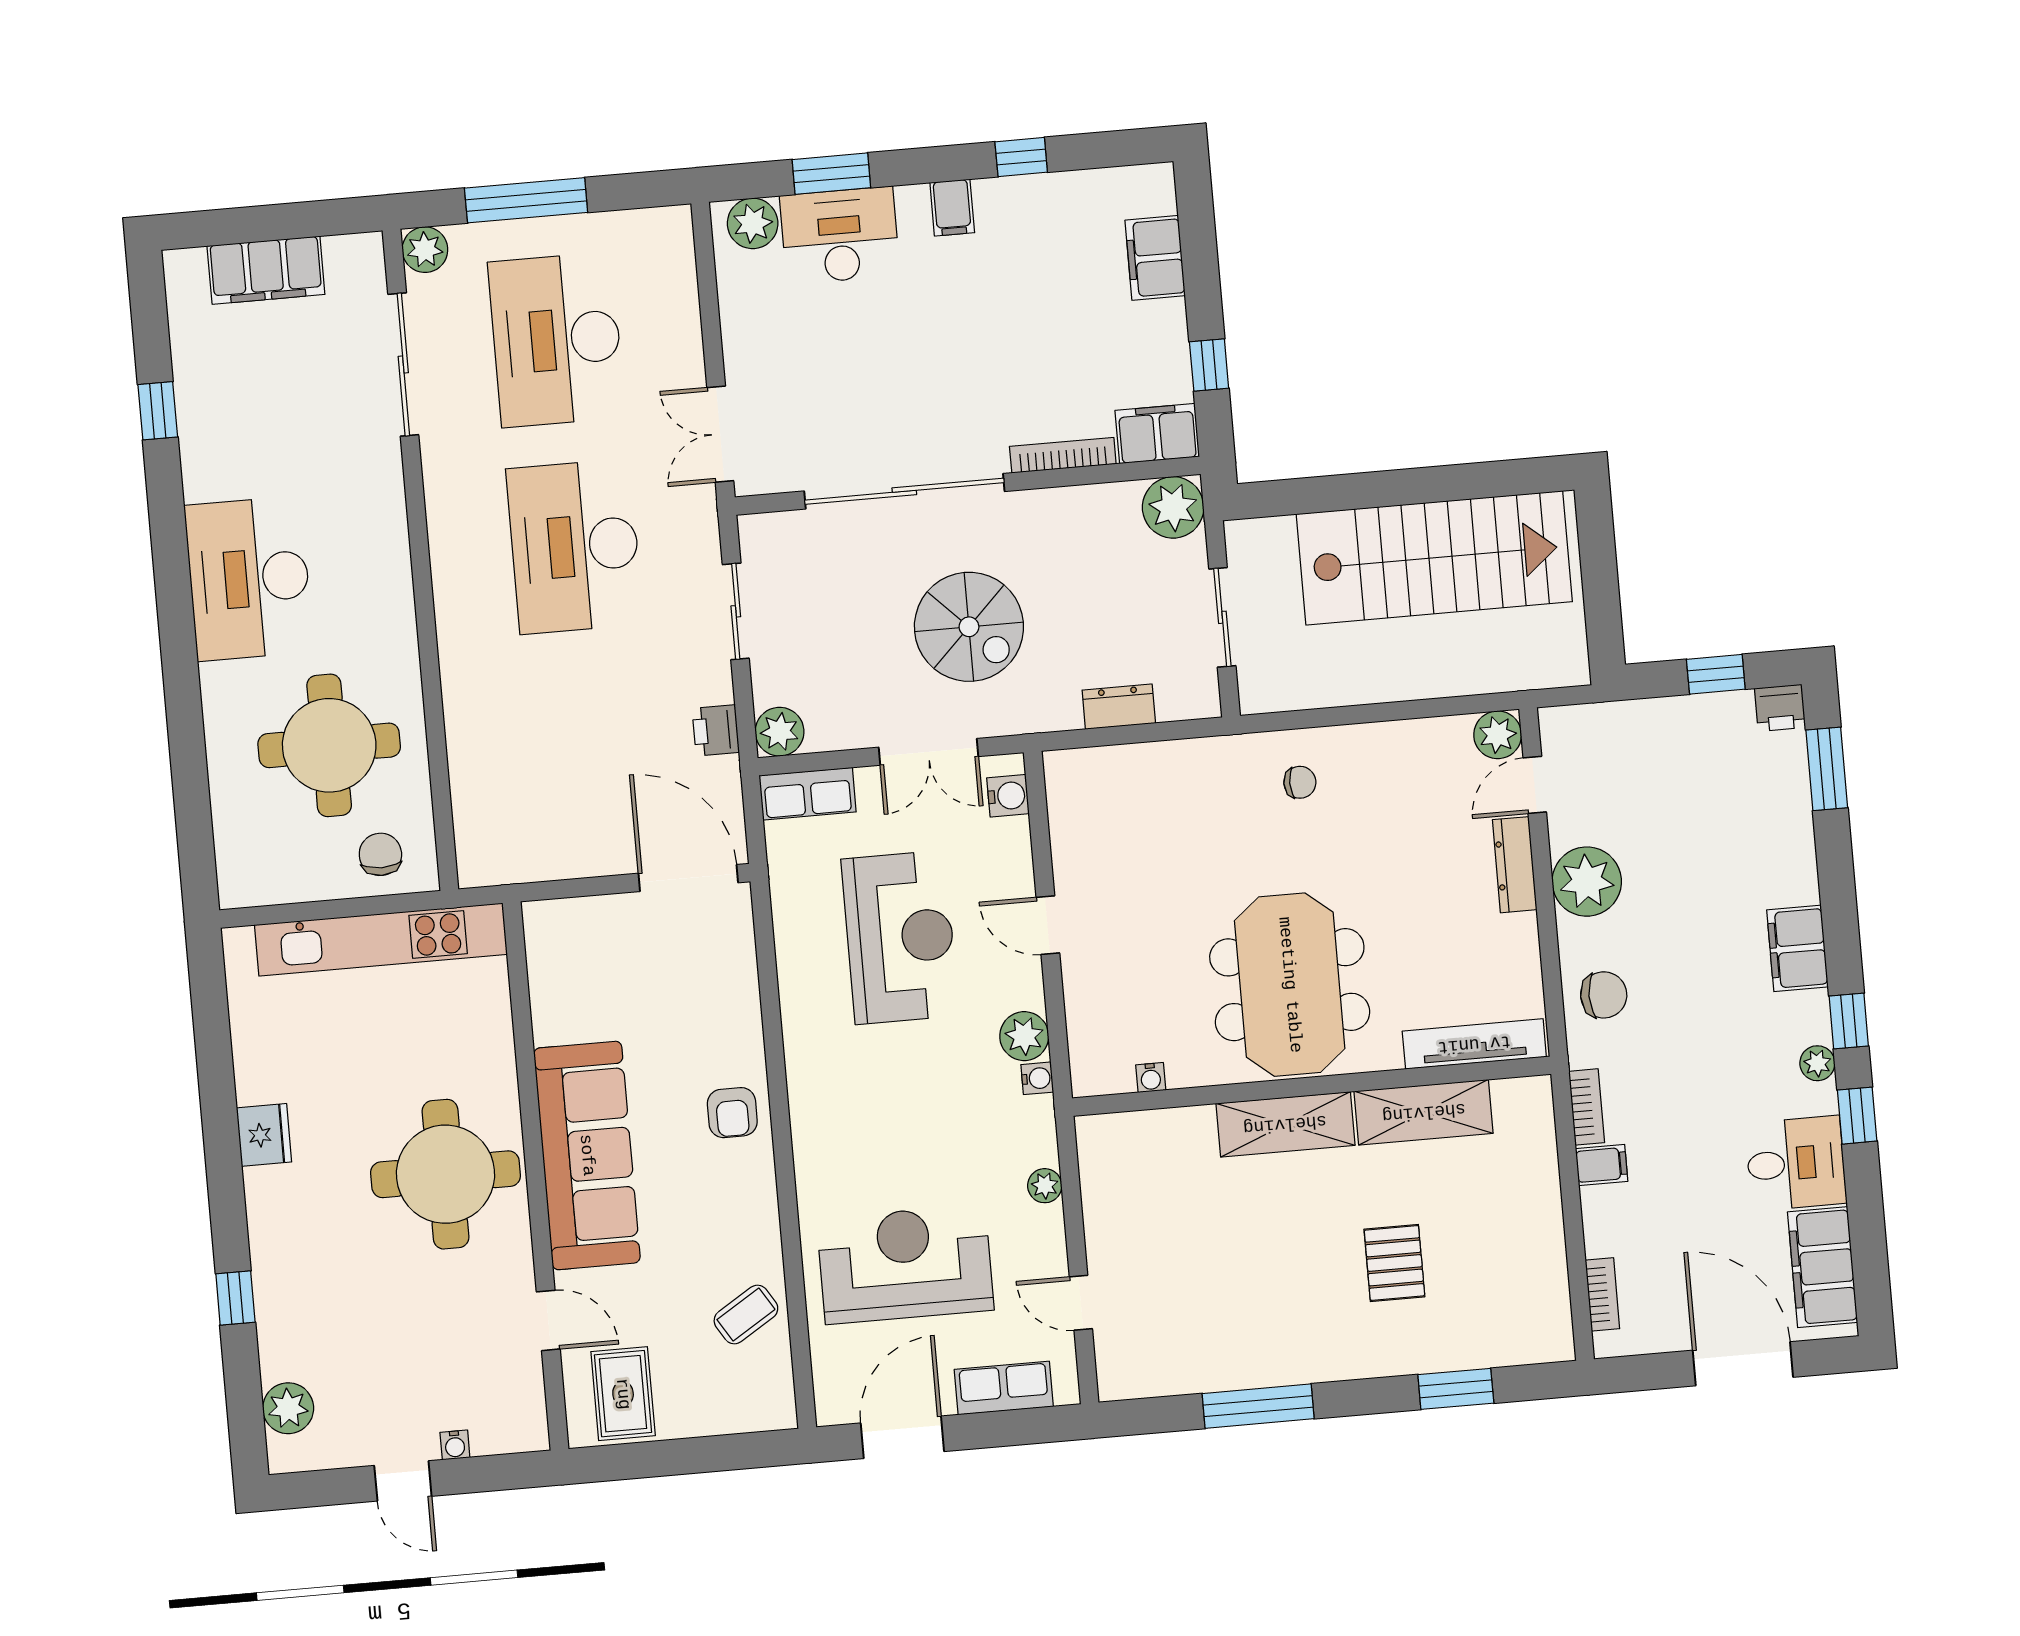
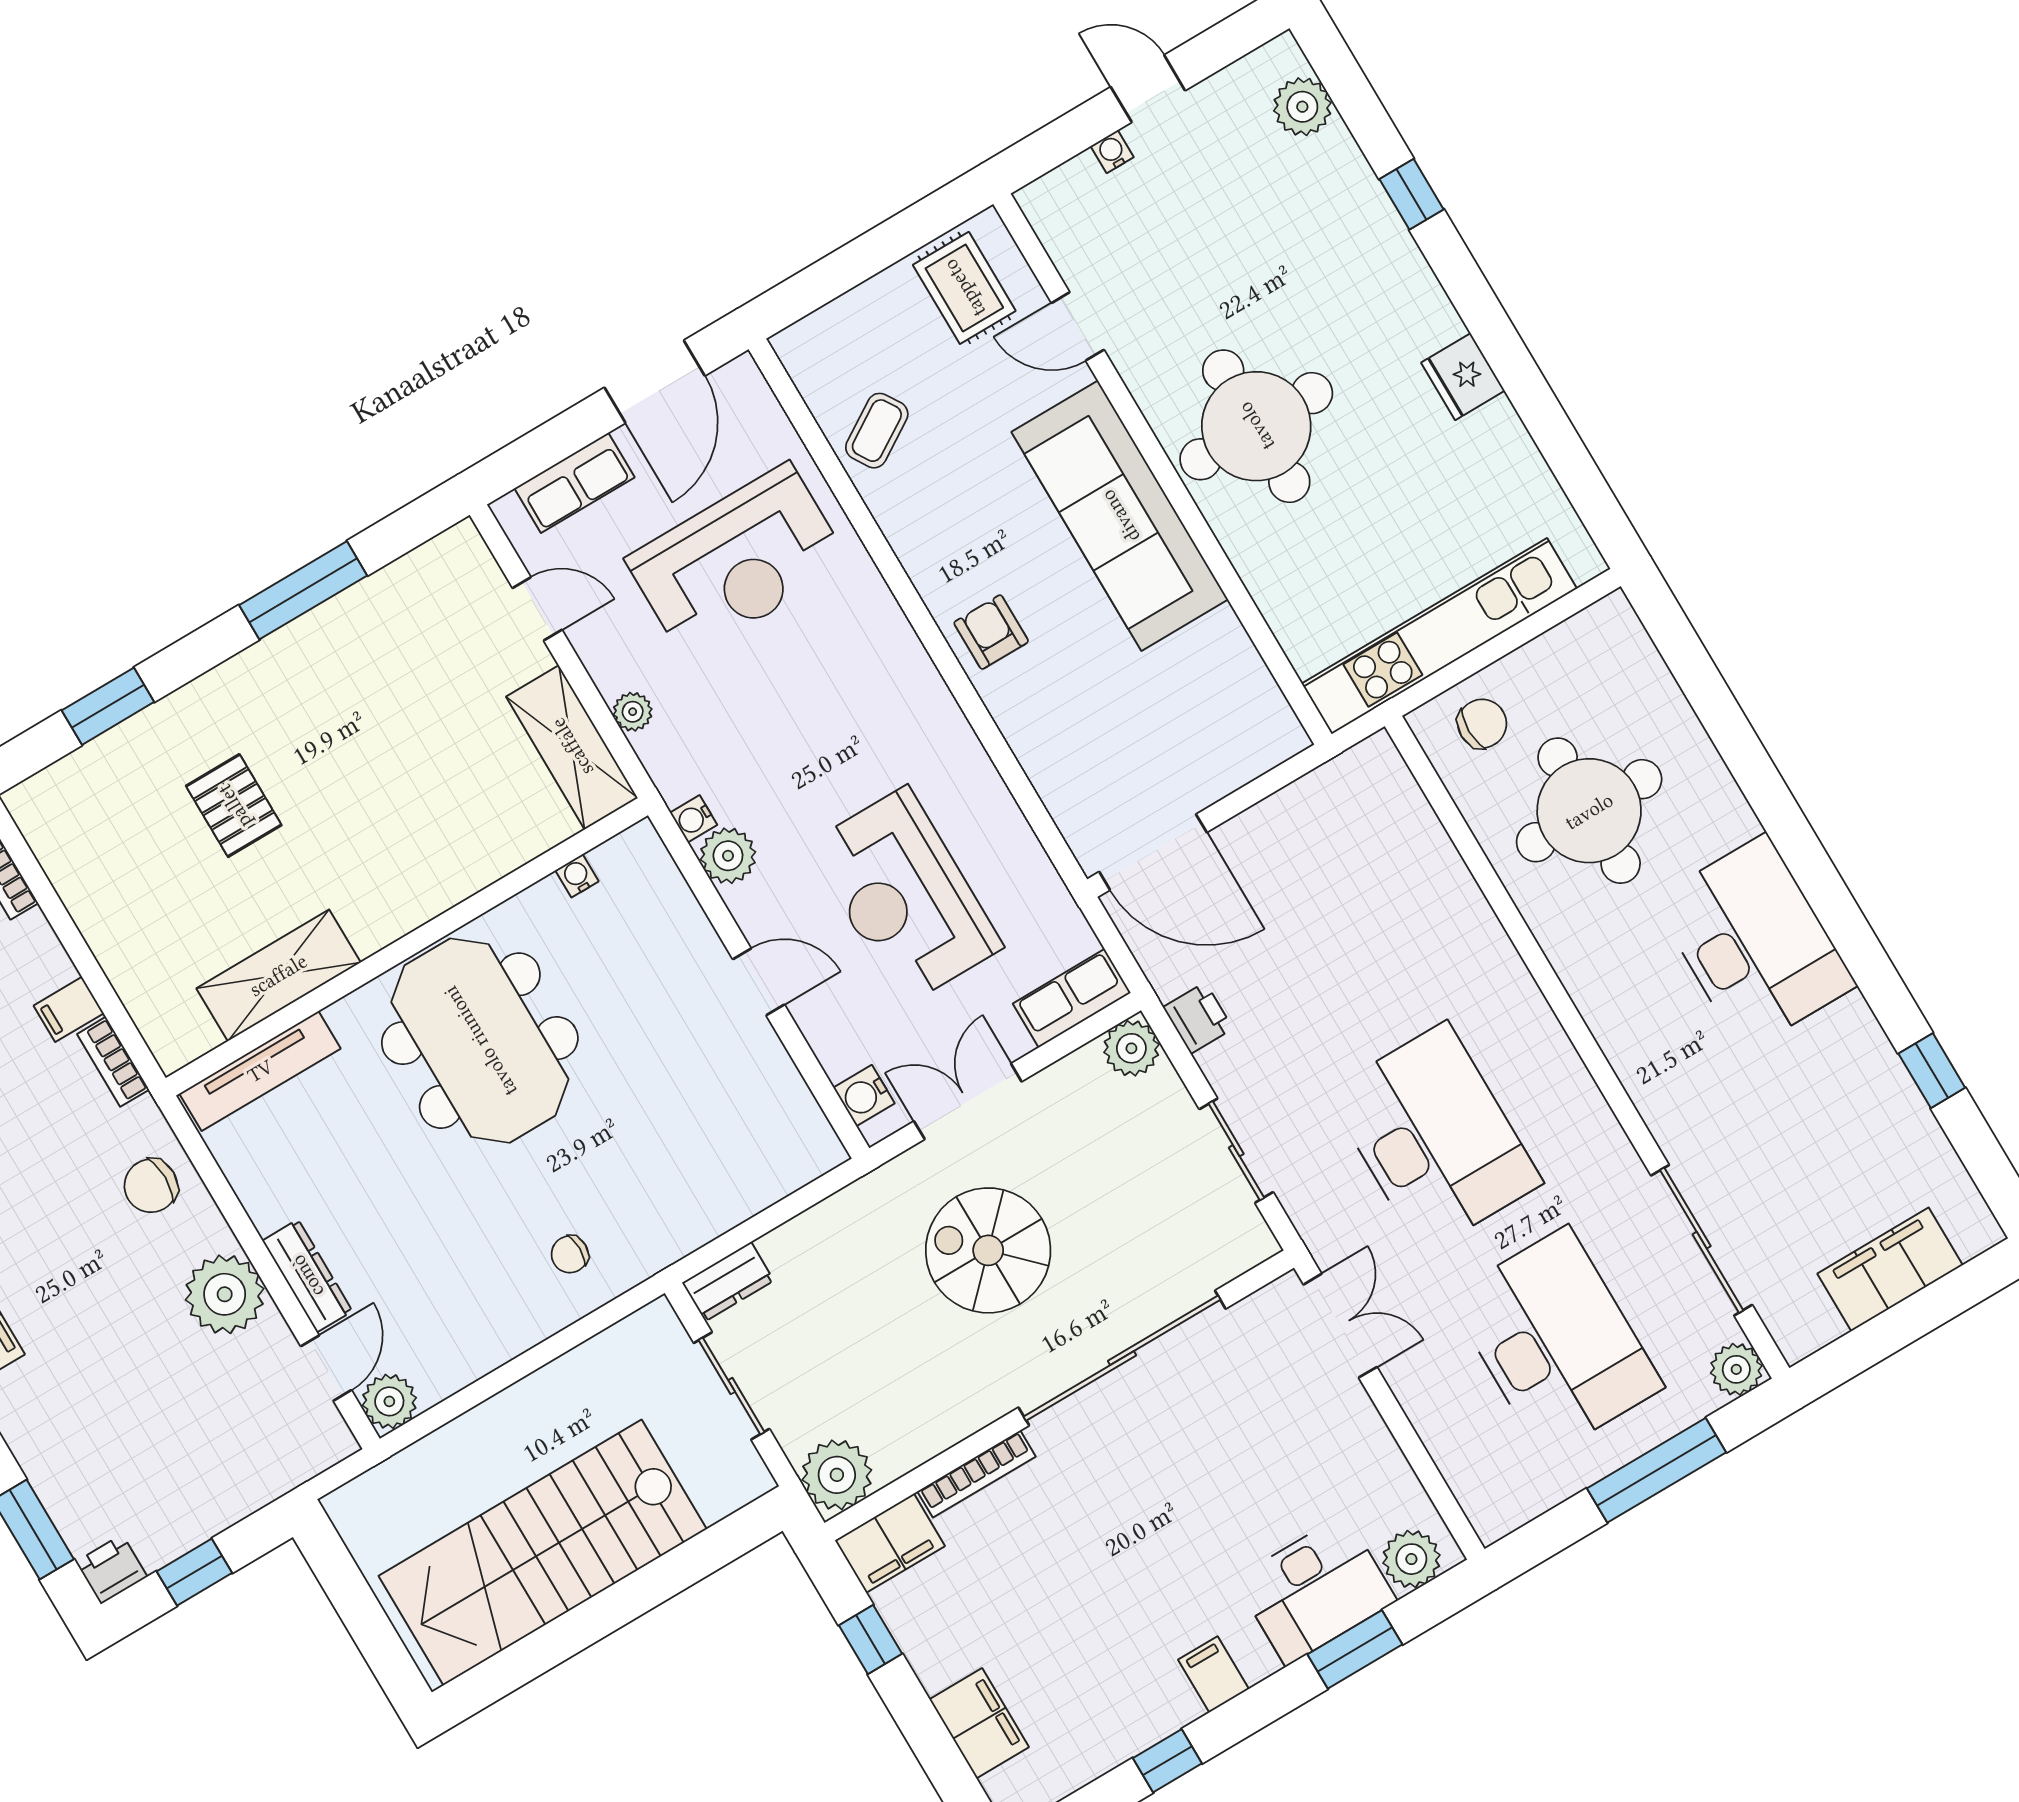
dresser: (1119, 707) -> (728, 1282), moved
chair: (380, 854) -> (1482, 724), turned -90
shelving: (1285, 1124) -> (572, 747), moved, turned 90

